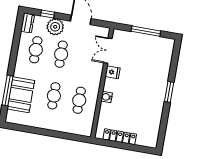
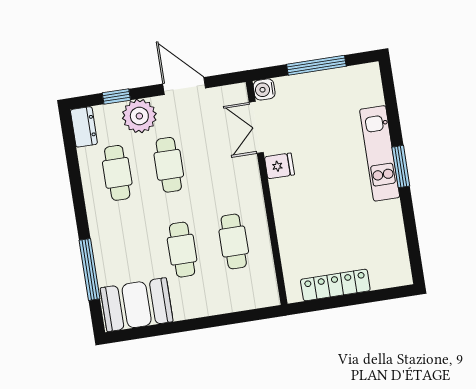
kitchen unit: (161, 82) -> (380, 153), added
booth: (21, 95) -> (137, 305), moved, turned 90
water cooler: (107, 97) -> (264, 89), moved

